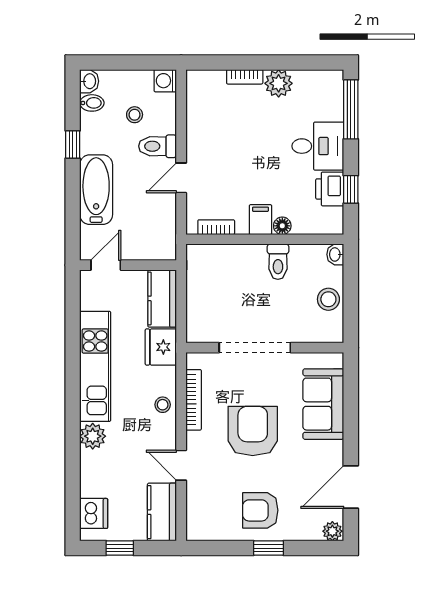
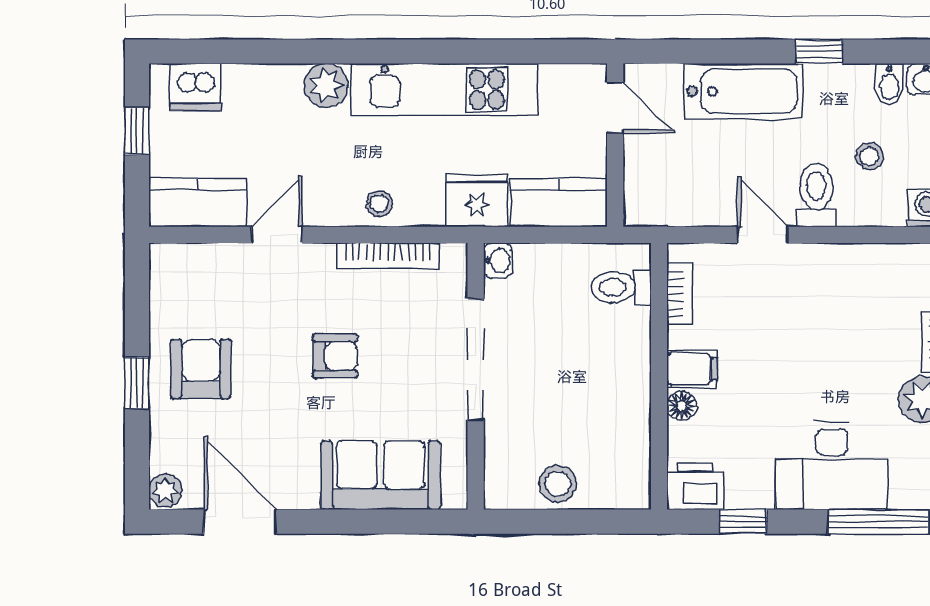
desk: (318, 146) -> (832, 466), width x1.37
printer: (330, 189) -> (696, 486), moved
washbasin: (335, 254) -> (498, 260), moved, turned 90
toilet: (278, 262) -> (621, 287), moved
armchair: (253, 431) -> (335, 356), width x0.53, depth x0.53

